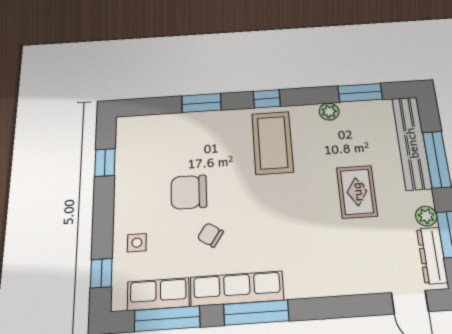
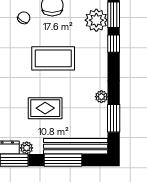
window: (267, 99) -> (114, 44), moved
plant: (211, 126) -> (96, 20), added
coffee table: (272, 143) -> (53, 58), moved

